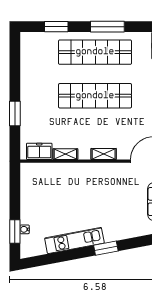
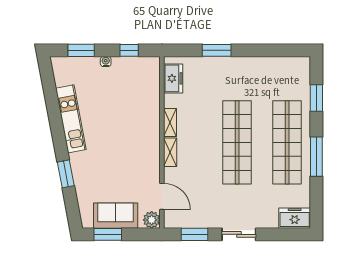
shelving: (65, 154) -> (170, 123), moved
window: (15, 190) -> (129, 50), added
water cooler: (25, 229) -> (106, 62), moved
window: (106, 248) -> (66, 174), moved

